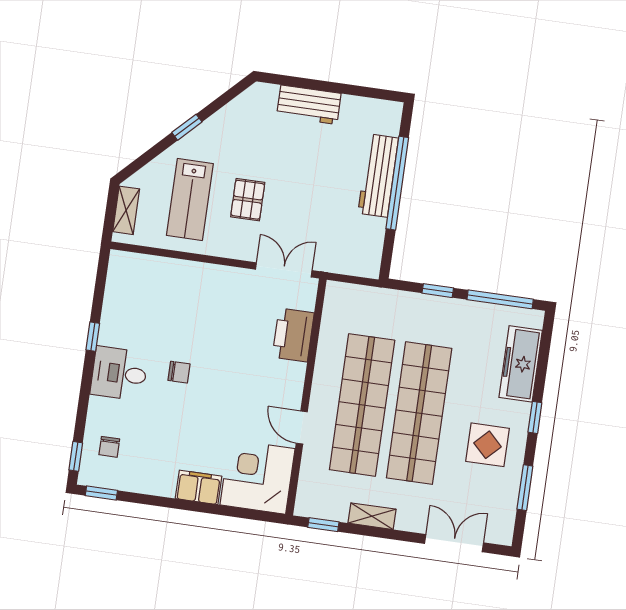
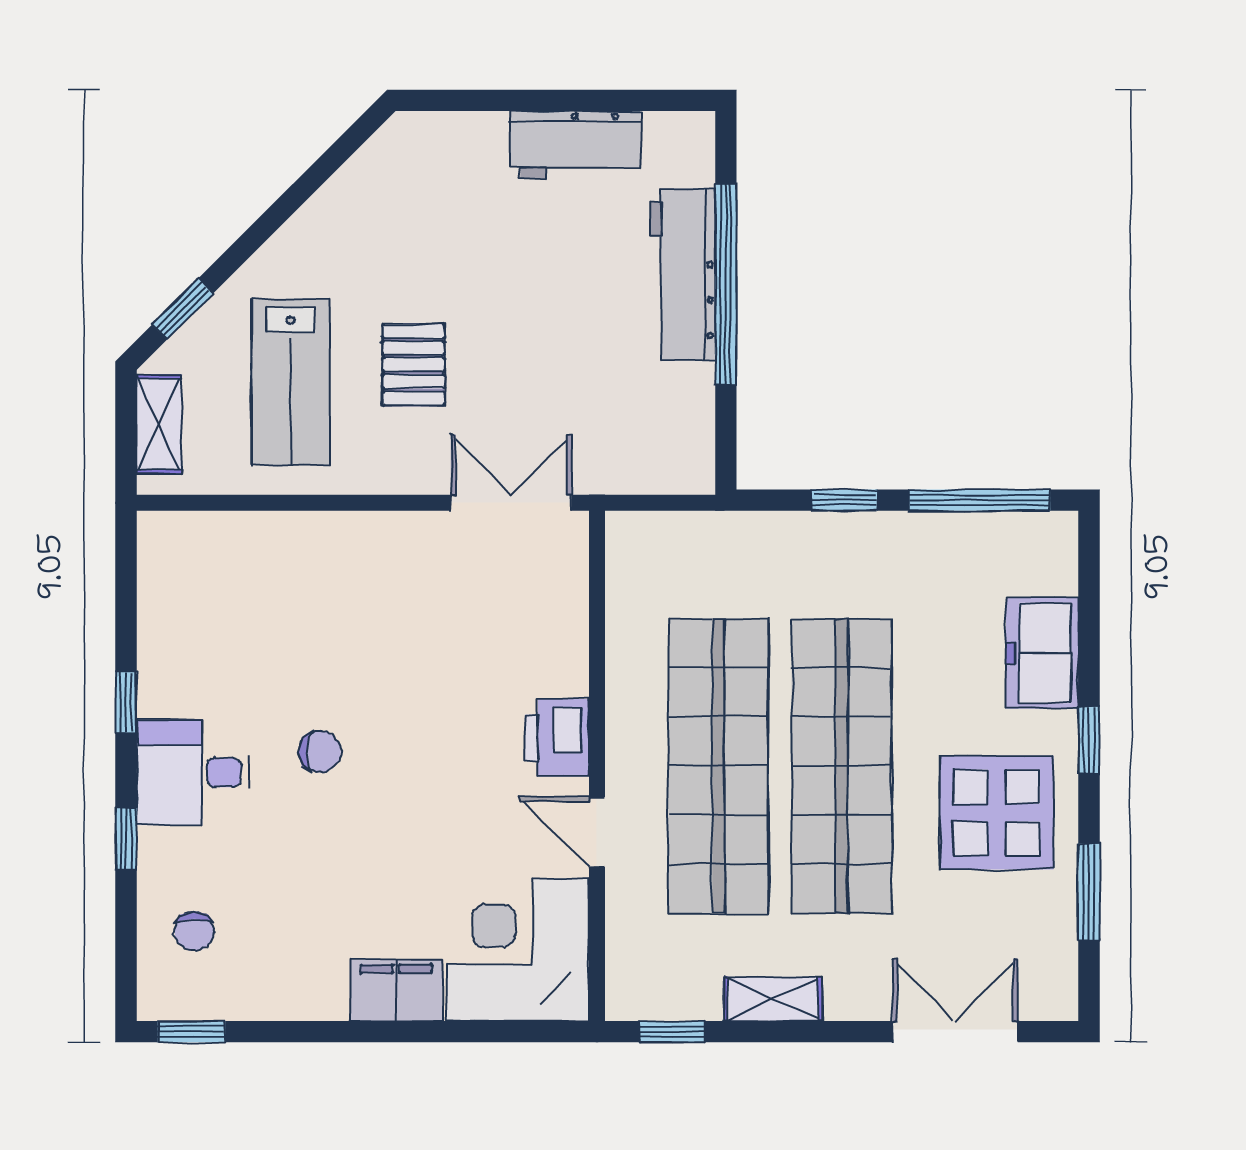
workbench: (309, 105) -> (575, 145), moved
window: (187, 127) -> (183, 309), moved
printer: (293, 335) -> (557, 738), moved, width x0.73, depth x0.84
freezer: (521, 364) -> (1042, 653), width x0.71
display table: (488, 445) -> (997, 813), width x1.36, depth x1.36
window: (76, 456) -> (126, 839), moved

